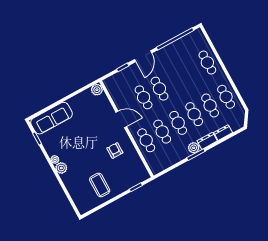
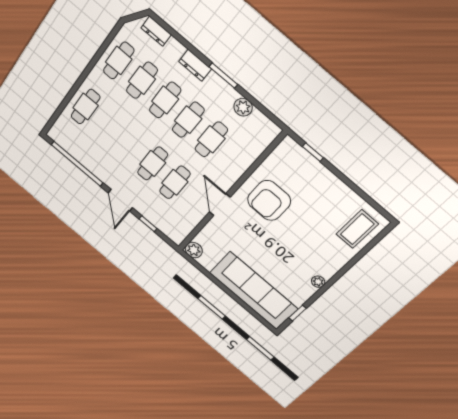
door: (143, 56) -> (120, 200), swing flipped
sofa: (52, 118) -> (254, 291), width x1.36, depth x1.27
dresser: (223, 133) -> (156, 31), moved
cafe table: (146, 140) -> (234, 159), removed
plant: (194, 148) -> (243, 107), moved
armchair: (115, 150) -> (269, 200), width x1.88, depth x1.88
plant: (61, 168) -> (327, 270), removed
coffee table: (100, 185) -> (357, 229), moved

